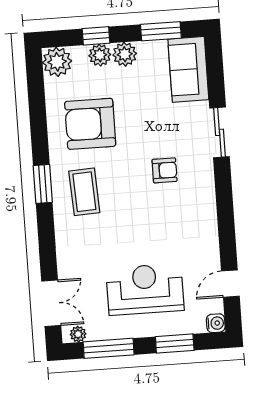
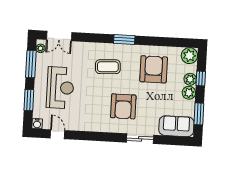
armchair: (165, 170) -> (123, 106), width x1.88, depth x1.88
coffee table: (84, 192) -> (108, 67), moved

